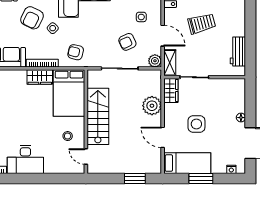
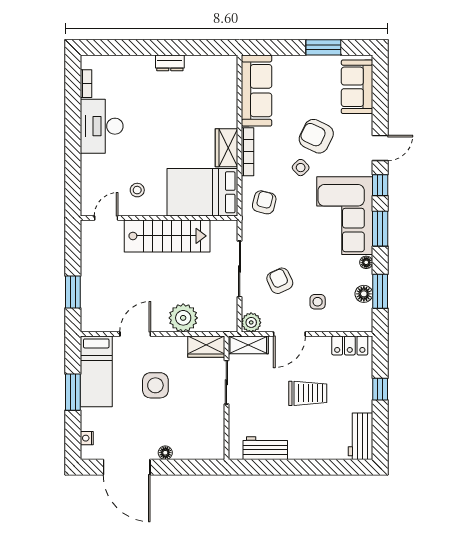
trolley: (202, 23) -> (308, 393), turned -75

